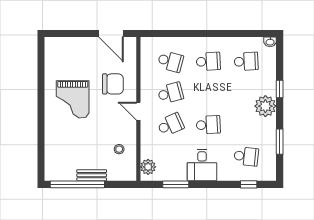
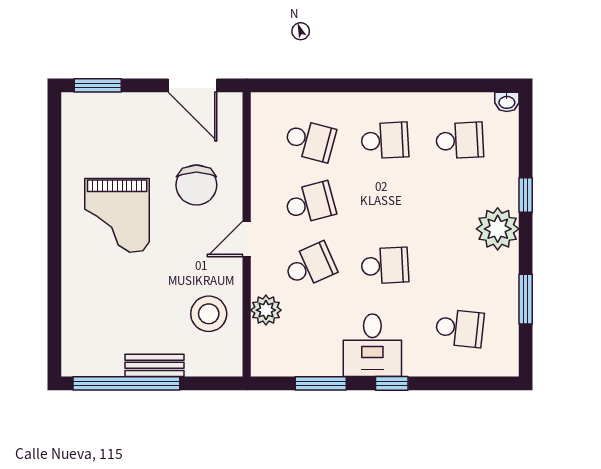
window: (63, 33) -> (98, 85), added
chair: (113, 84) -> (196, 185), turned 90
door: (138, 111) -> (247, 239), hinge flipped
stool: (119, 149) -> (209, 314), width x1.89, depth x1.89
plant: (148, 167) -> (266, 310), moved
window: (249, 184) -> (392, 383), moved

